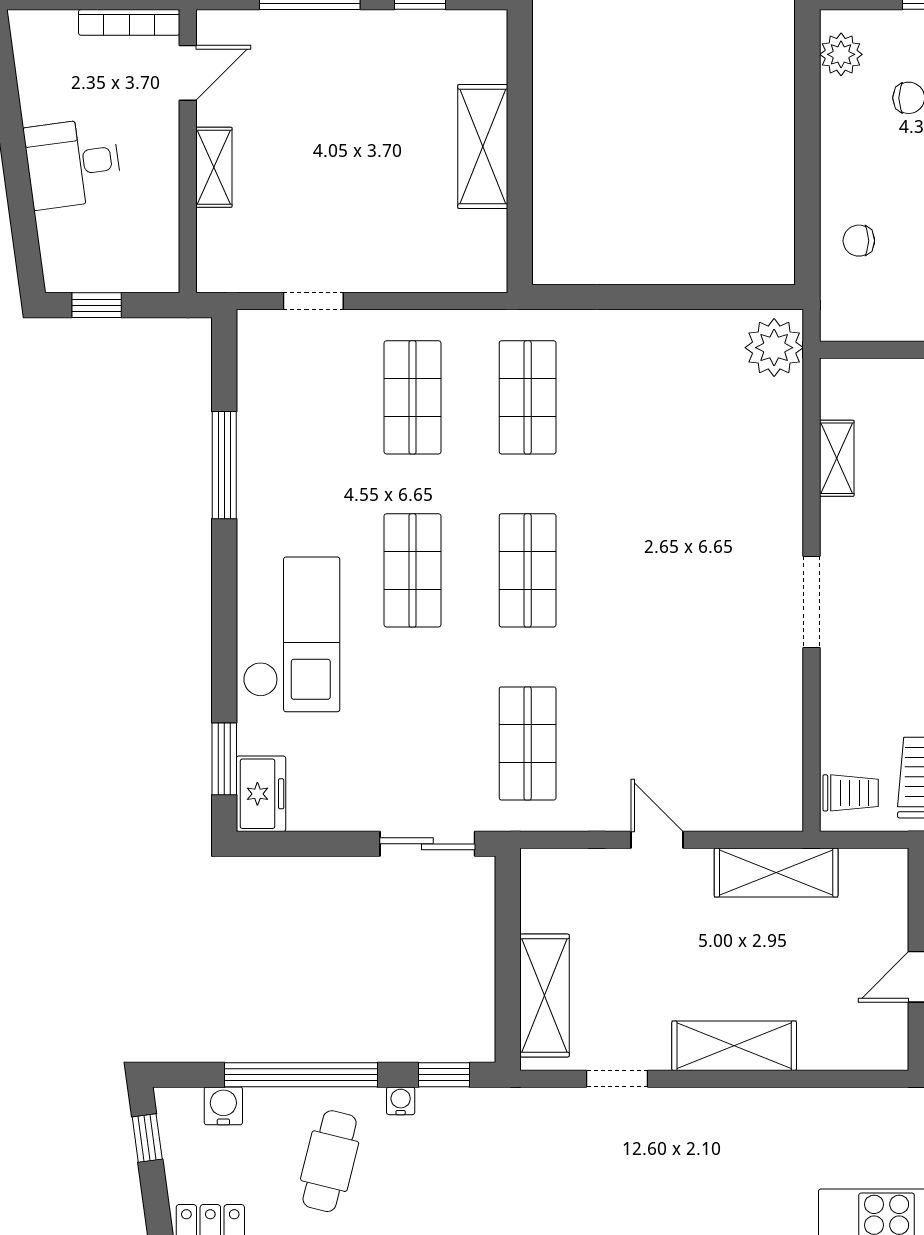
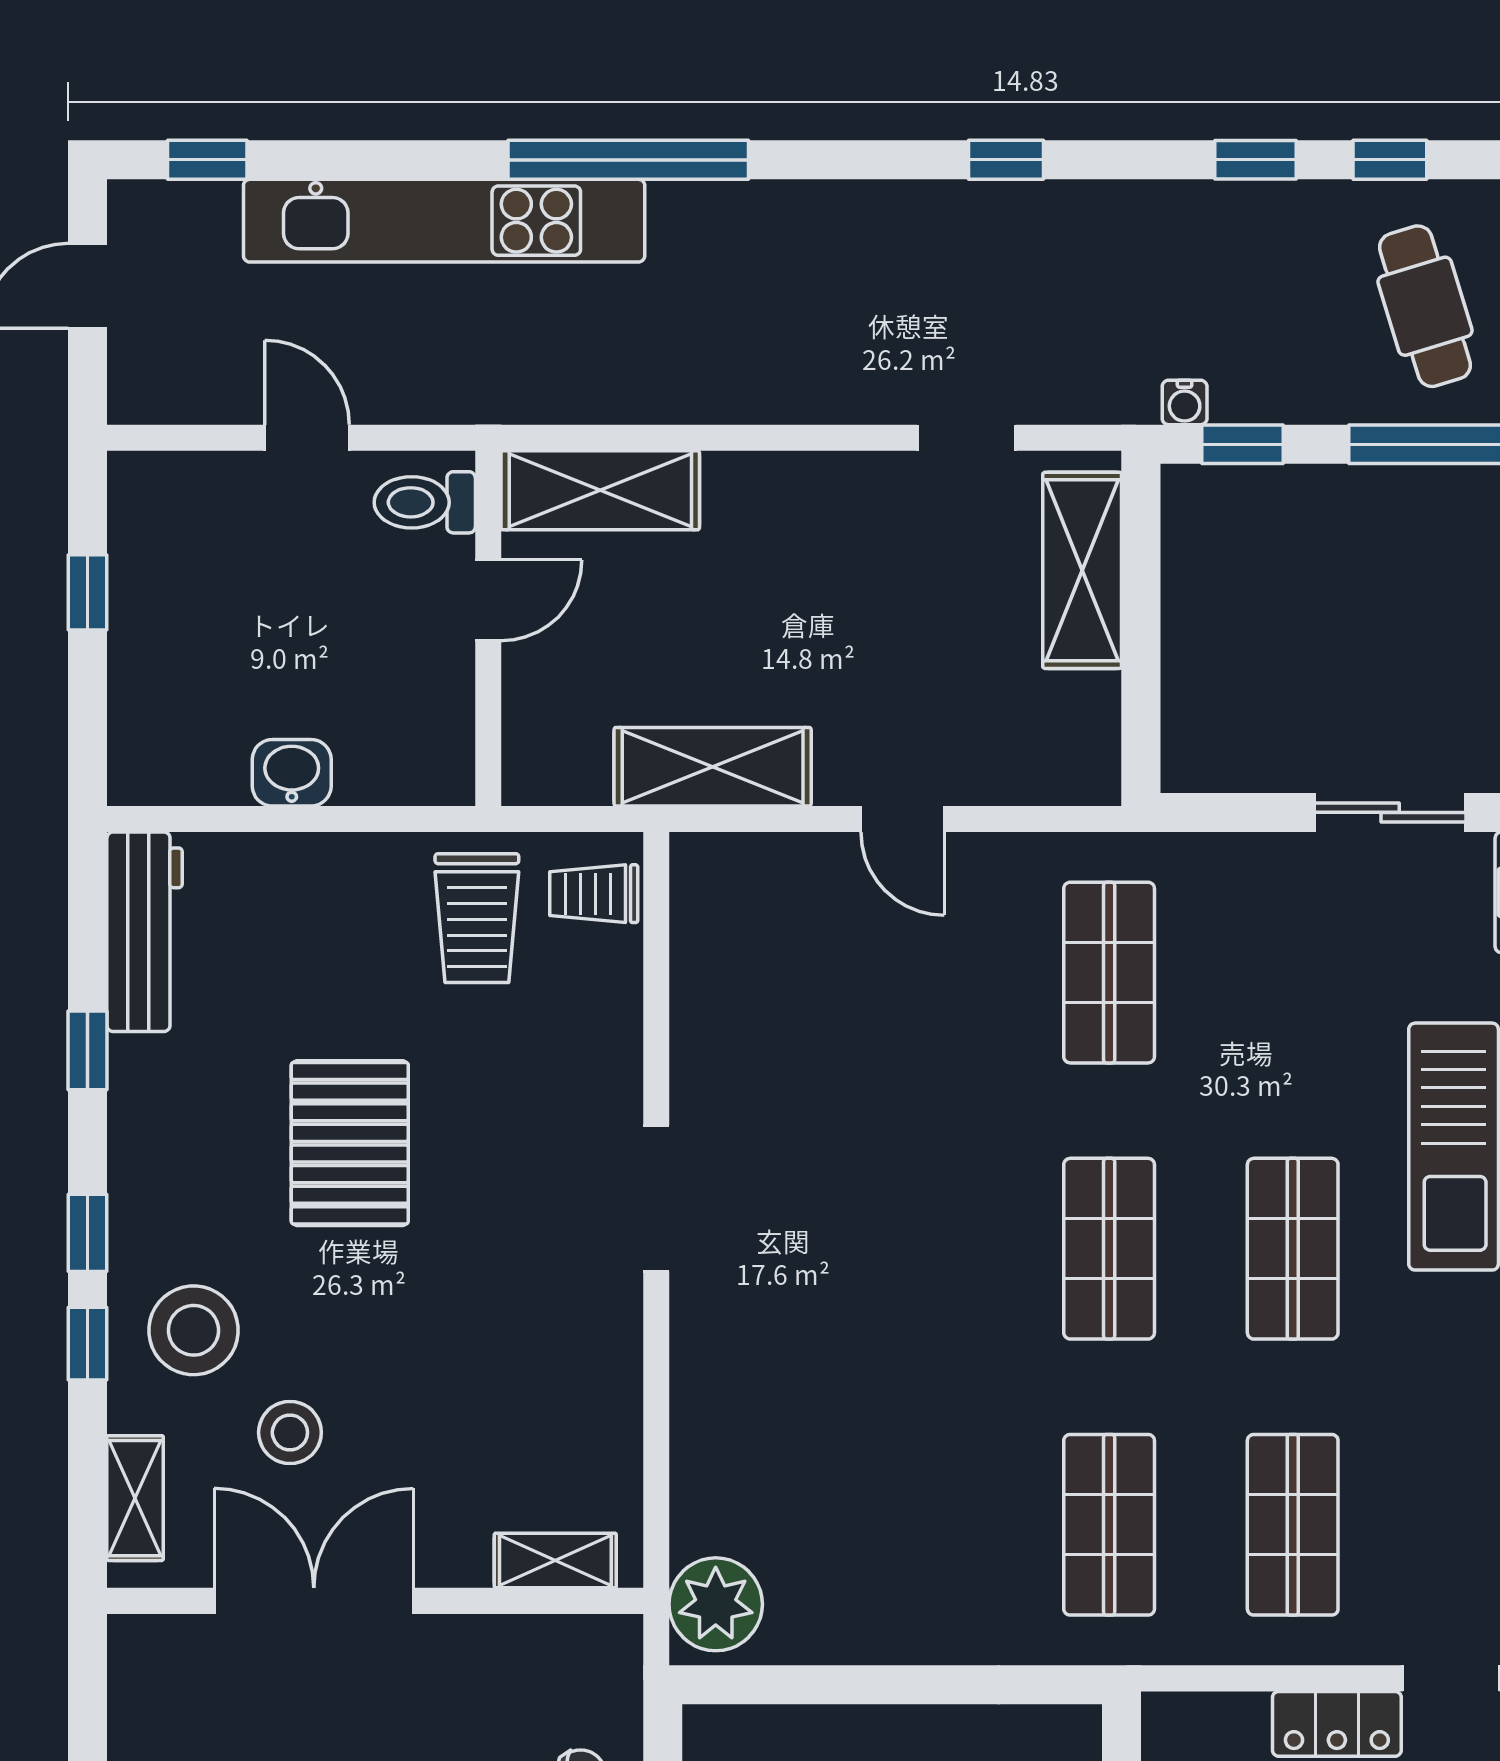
locker: (385, 273) -> (1337, 1724), added
shelving: (837, 458) -> (555, 1561), moved, turned 90
sliding door: (427, 844) -> (1390, 812), moved
shelving: (734, 1046) -> (600, 490), moved
water cooler: (401, 1101) -> (1185, 402), moved
cafe table: (330, 1161) -> (1425, 306), turned -31

